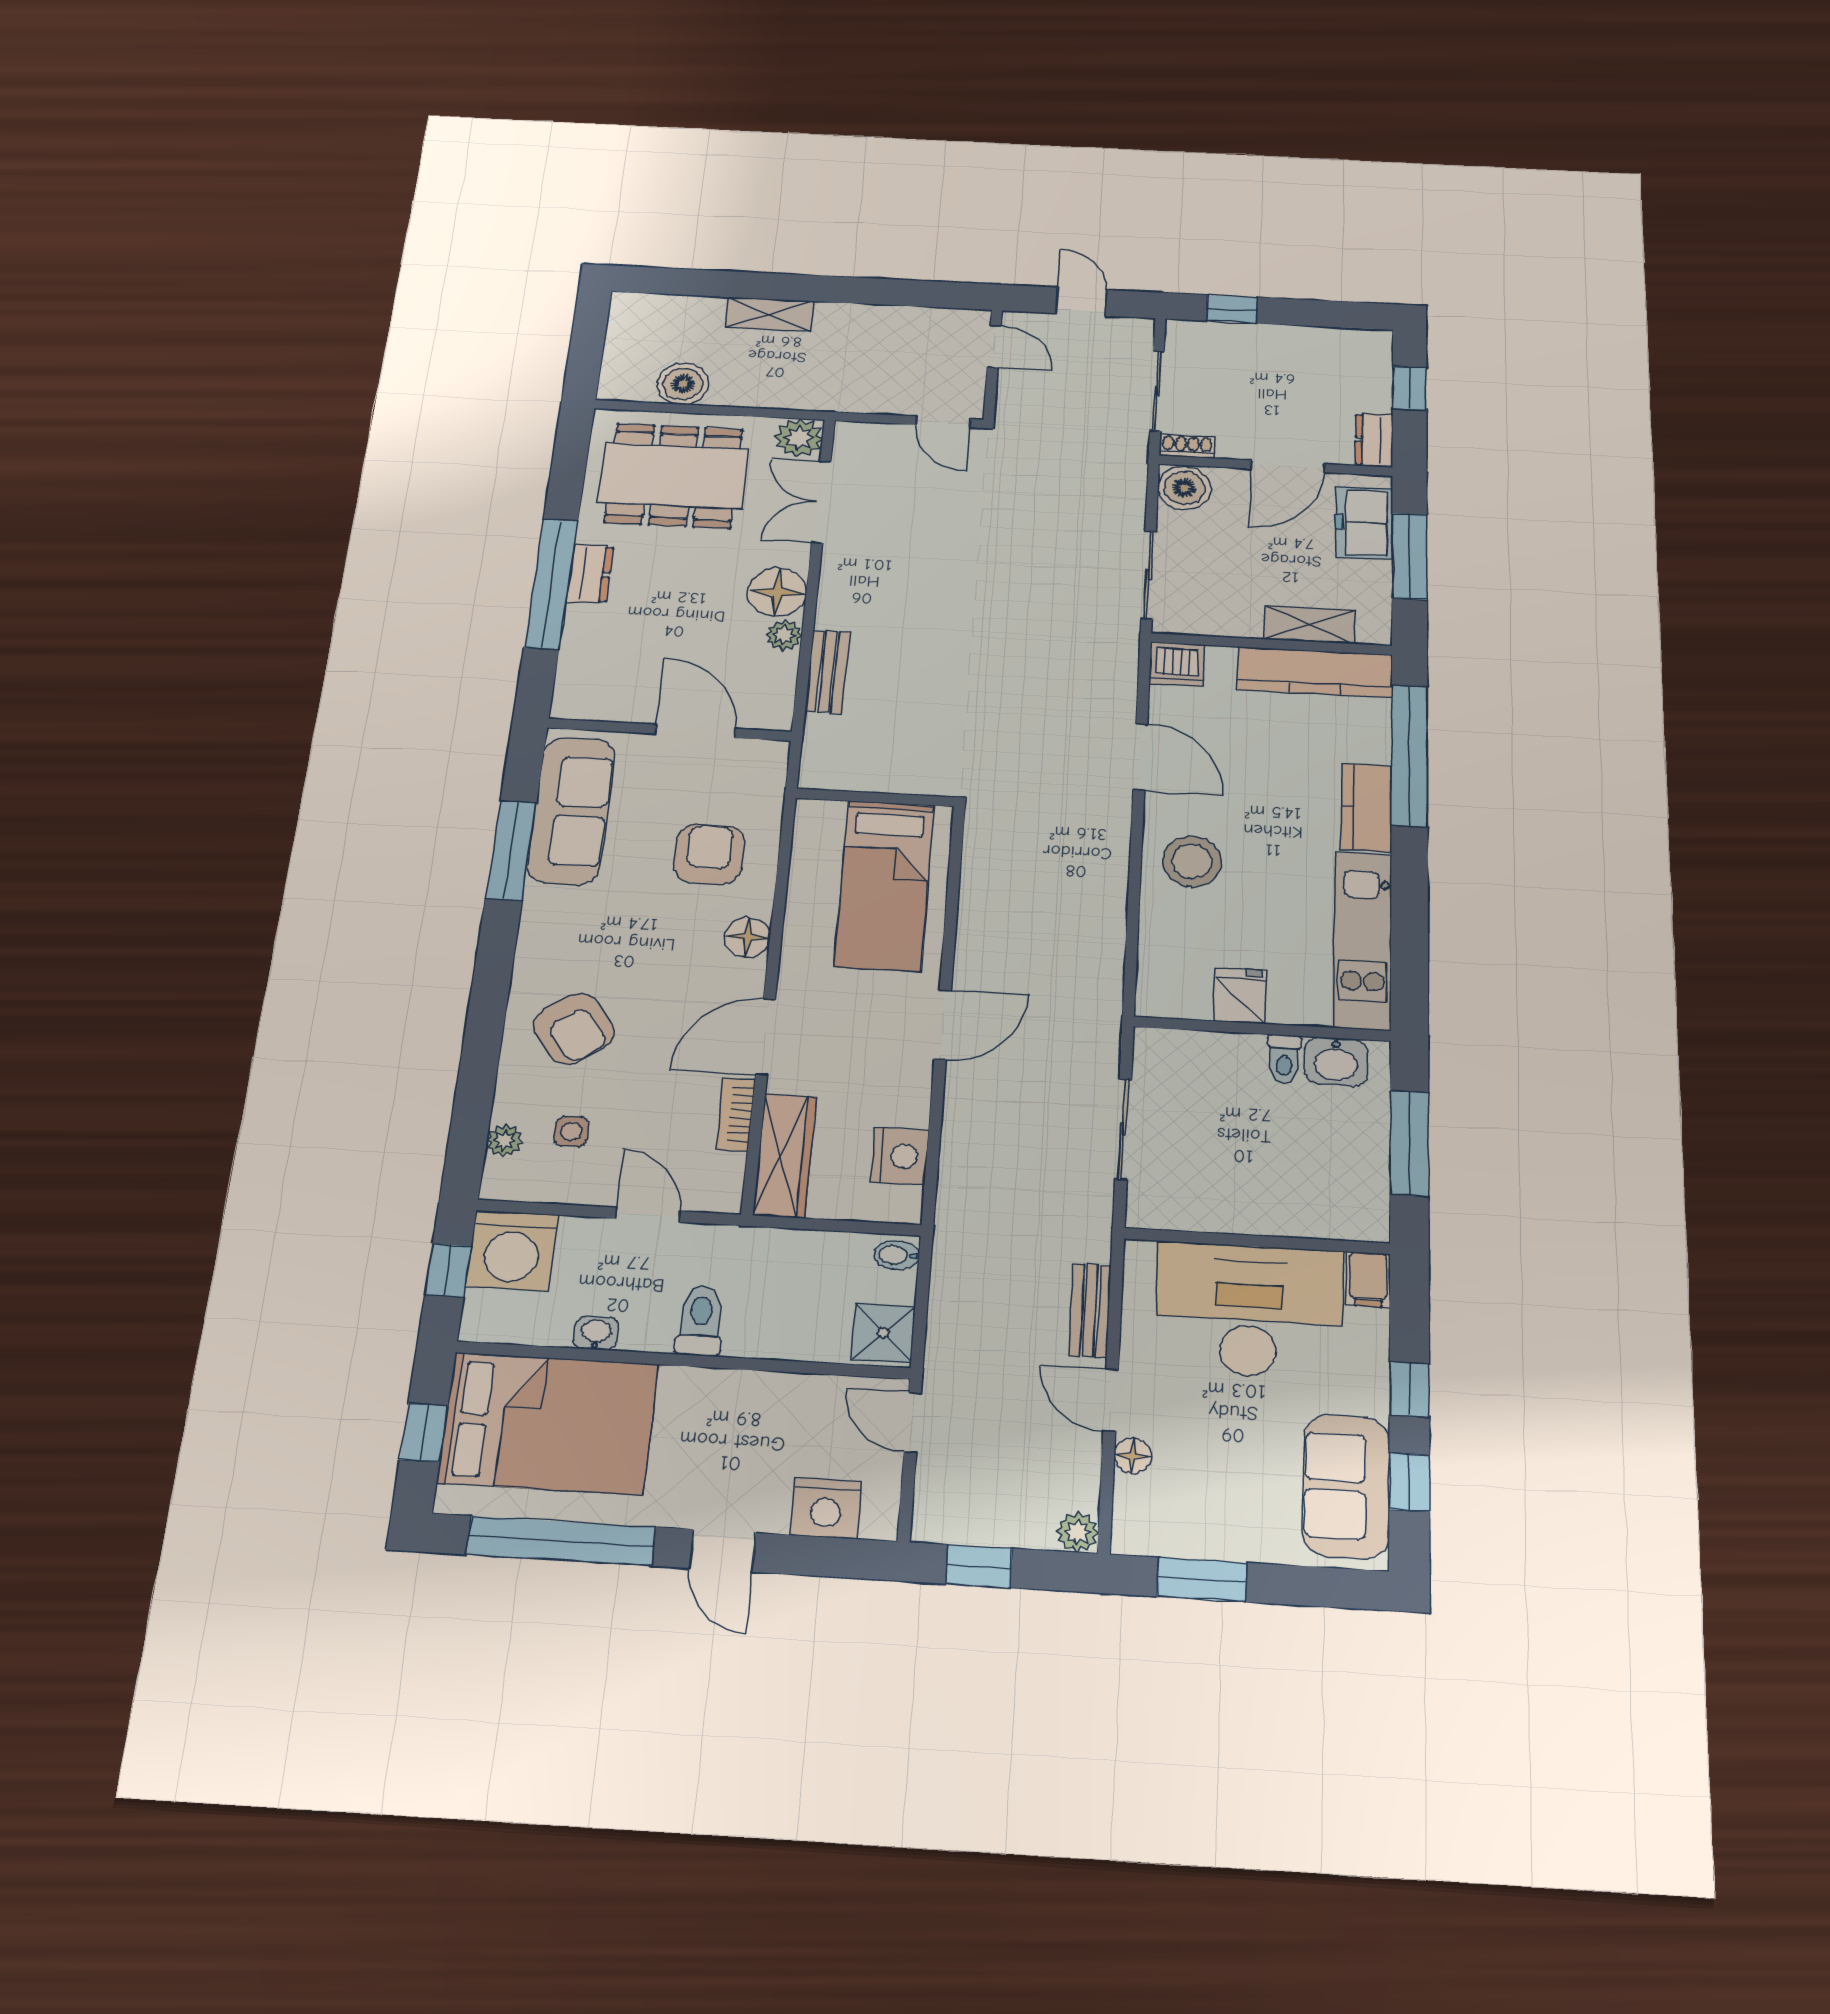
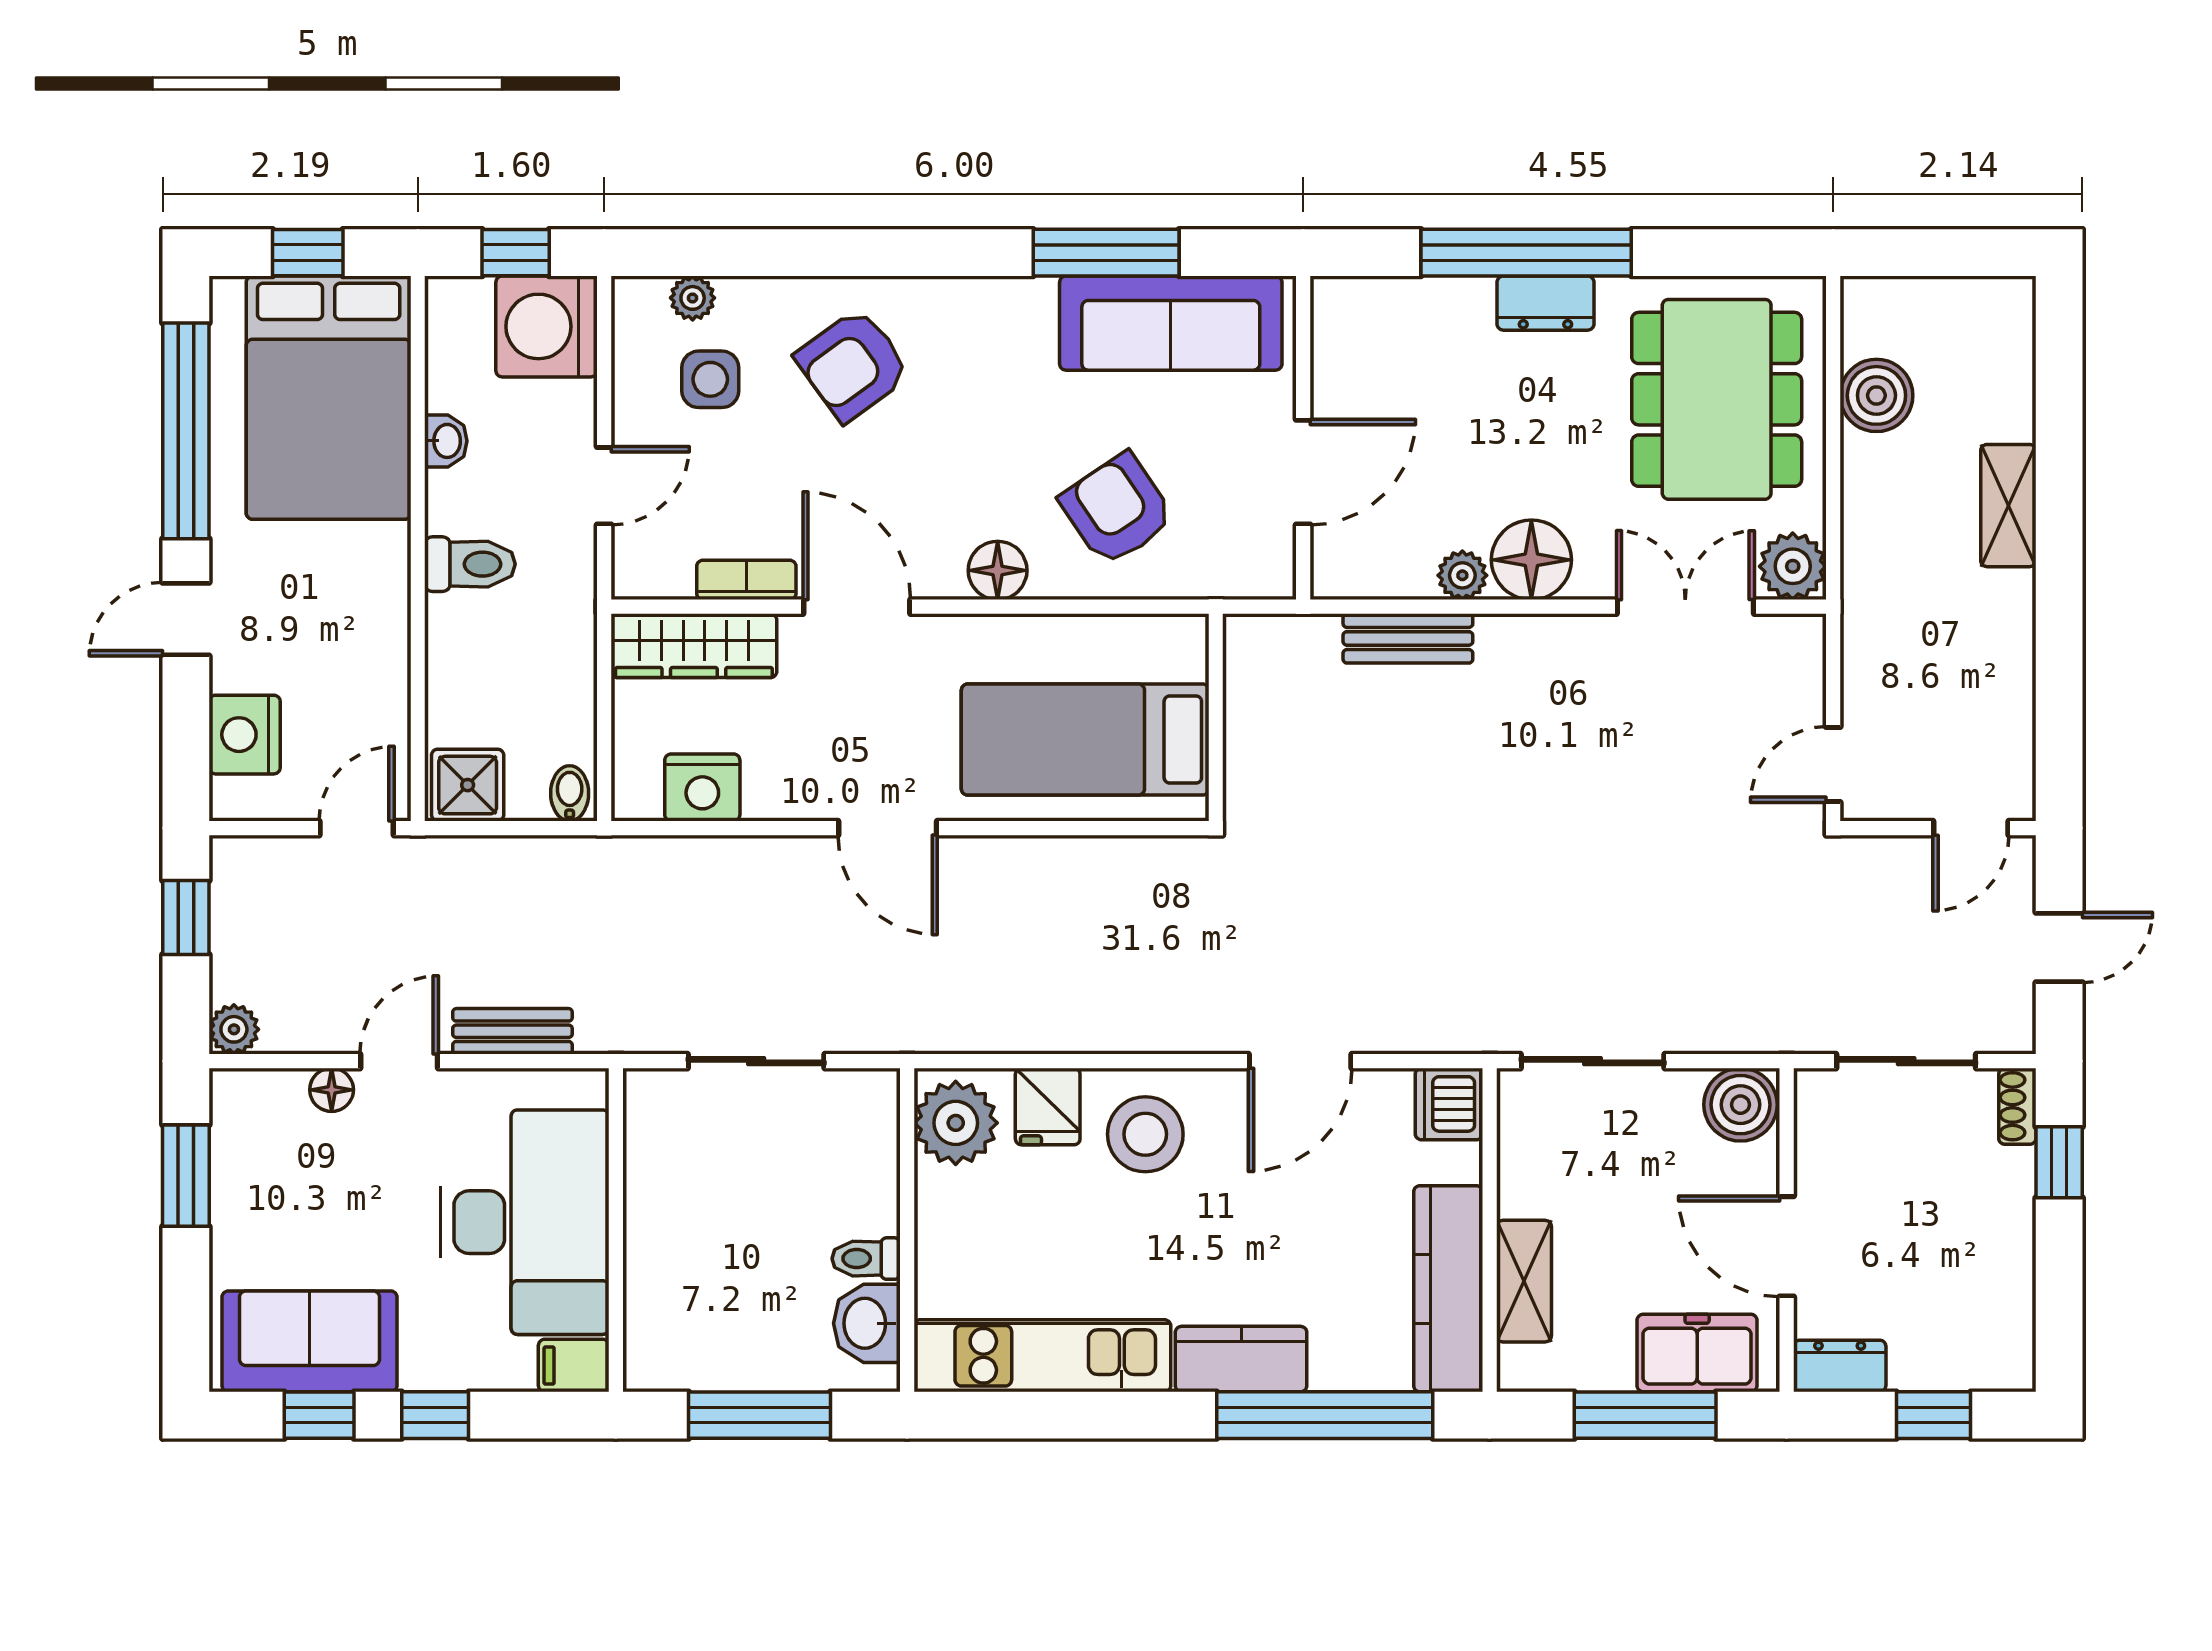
shoe rack: (1187, 446) -> (2017, 1106), moved, turned 180
armchair: (709, 854) -> (1117, 509), turned -124
plant: (1178, 990) -> (956, 1123), added
fridge: (1240, 996) -> (1048, 1107), moved, turned 90
side table: (572, 1131) -> (710, 379), width x1.37, depth x1.37

